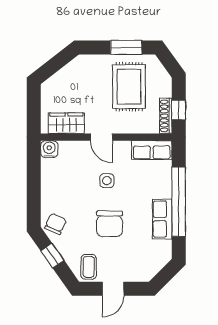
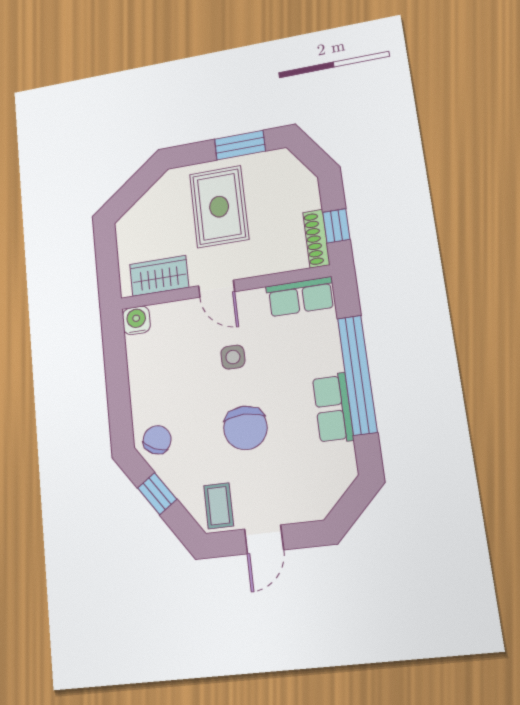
rug: (129, 87) -> (219, 207), moved

